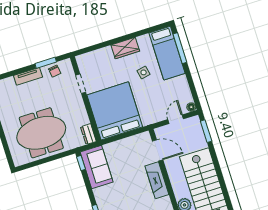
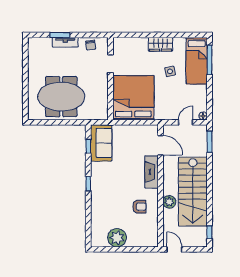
window: (46, 63) -> (60, 35), moved
dresser: (88, 134) -> (103, 111), removed
window: (81, 163) -> (88, 146), moved

